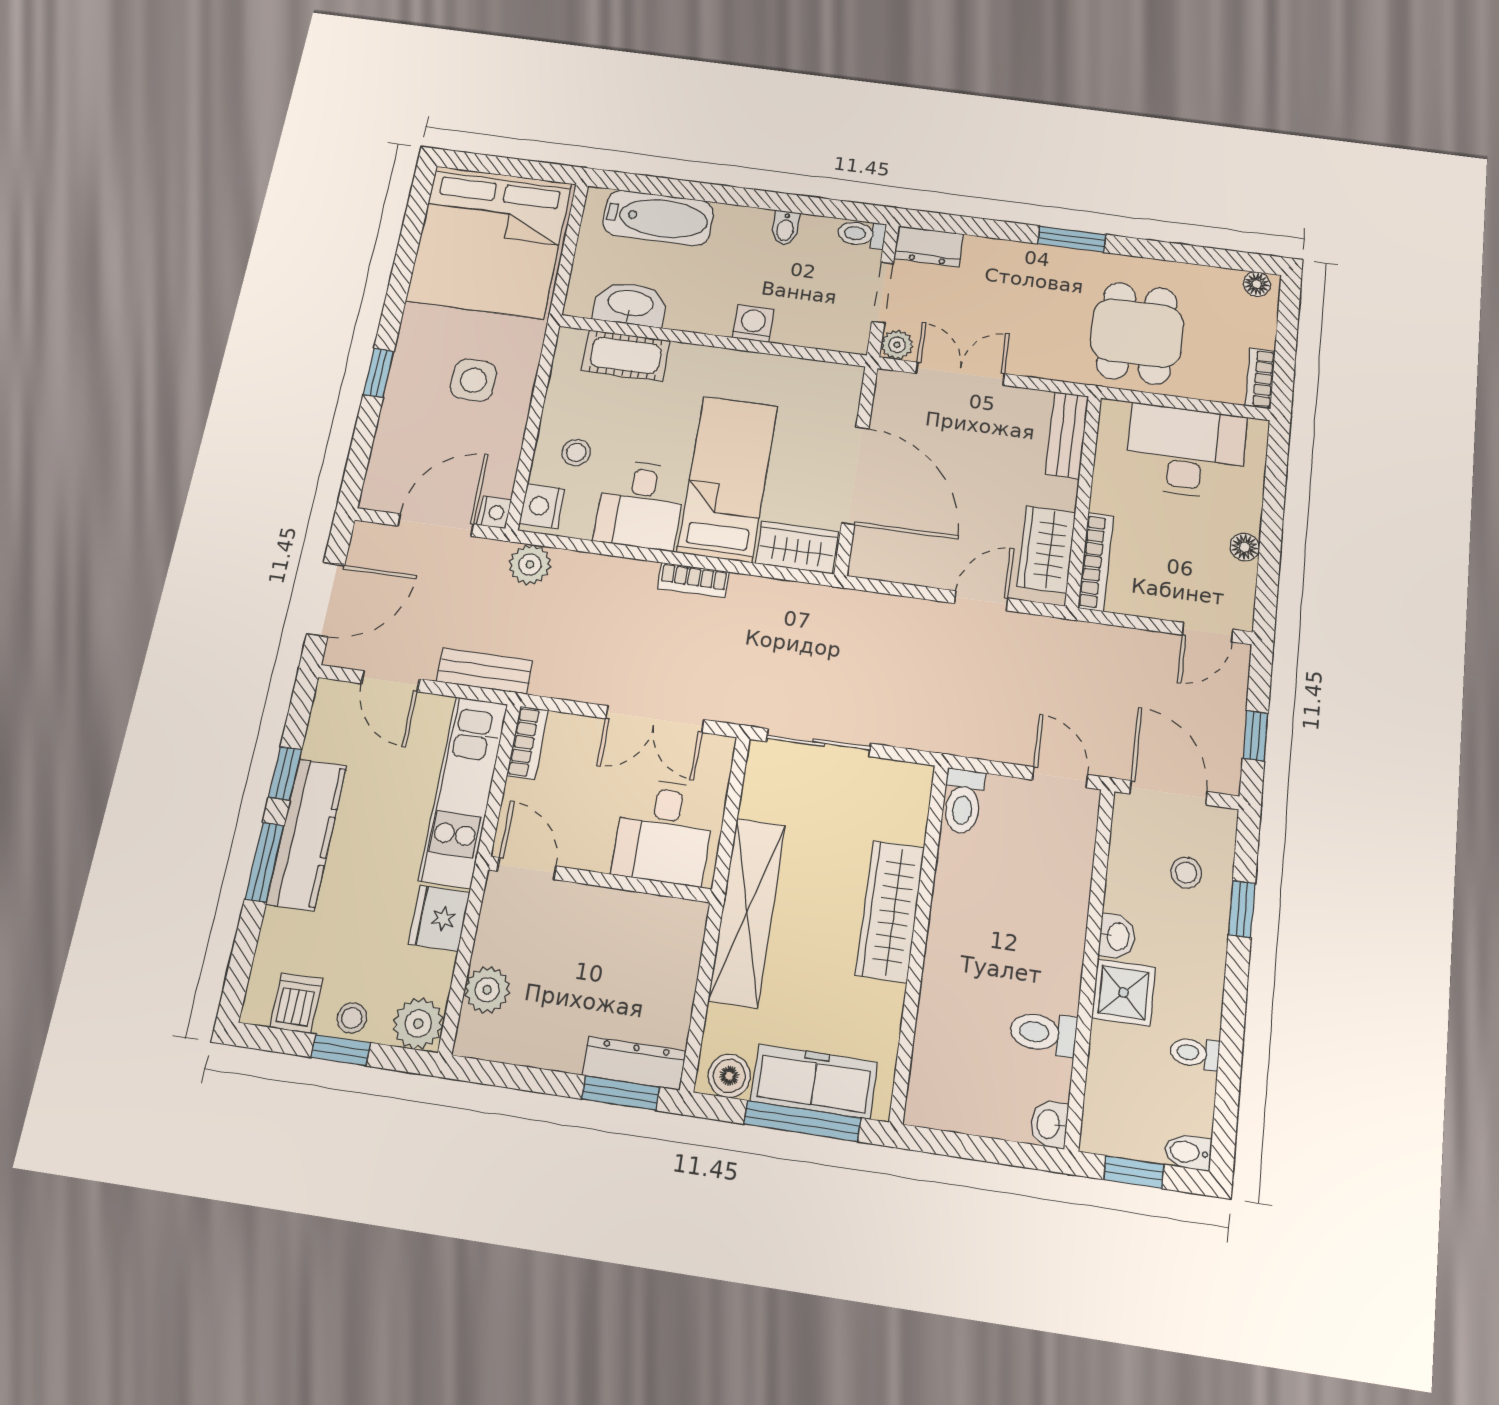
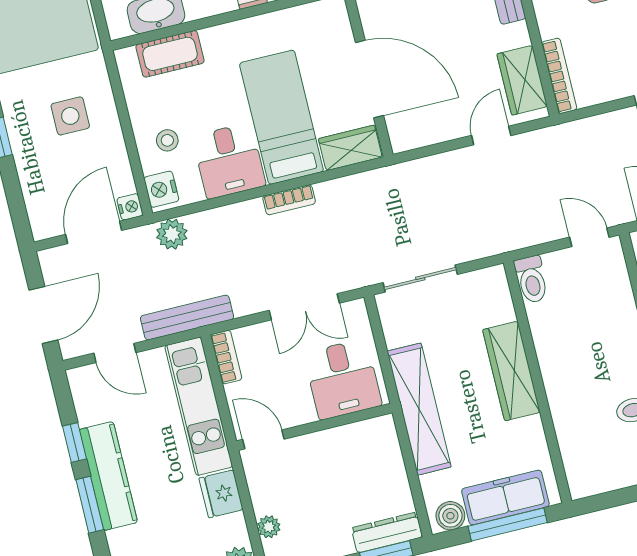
bench: (485, 671) -> (187, 318), width x1.36
plant: (487, 990) -> (269, 527), width x0.73, depth x0.73

